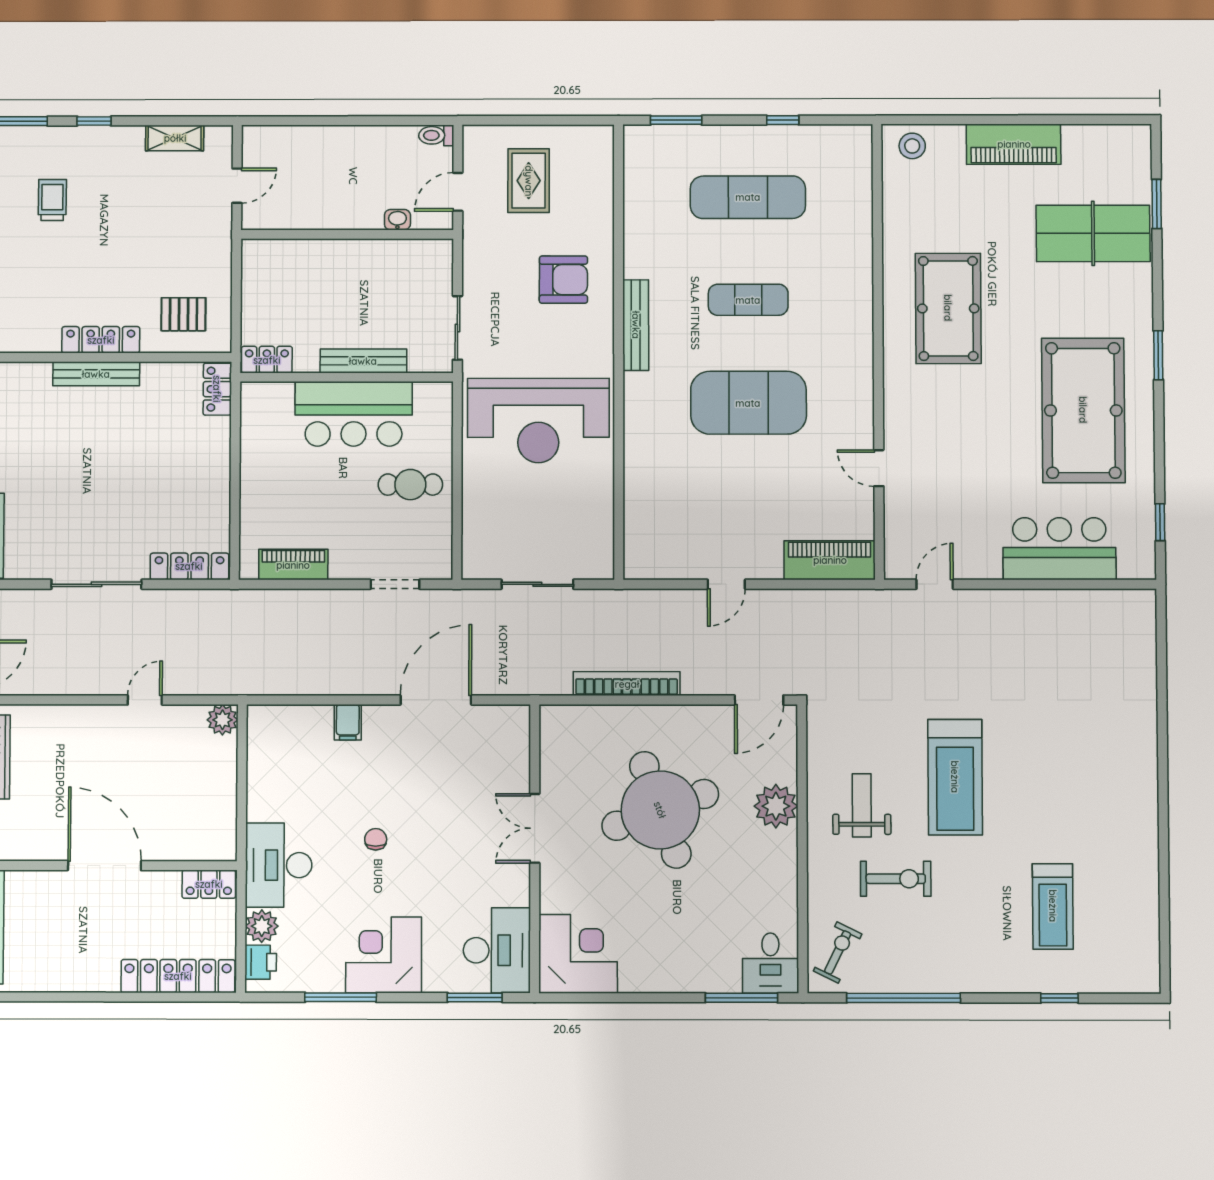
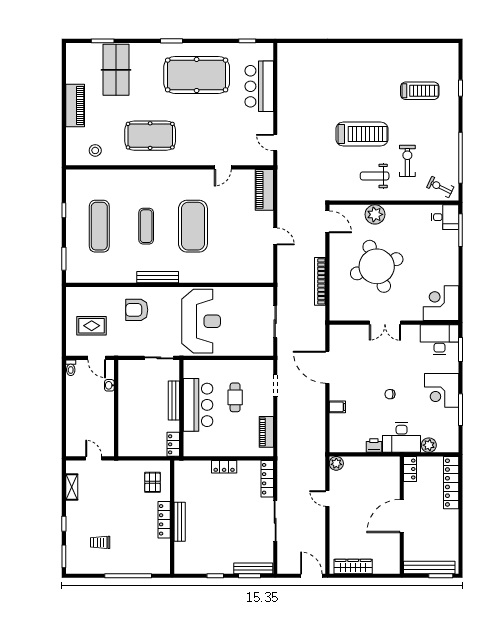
stool: (912, 146) -> (95, 150), moved
armchair: (563, 280) -> (137, 310), turned -90
locker: (217, 389) -> (224, 467), moved
cafe table: (410, 485) -> (235, 397), moved
printer: (261, 962) -> (374, 446), moved

